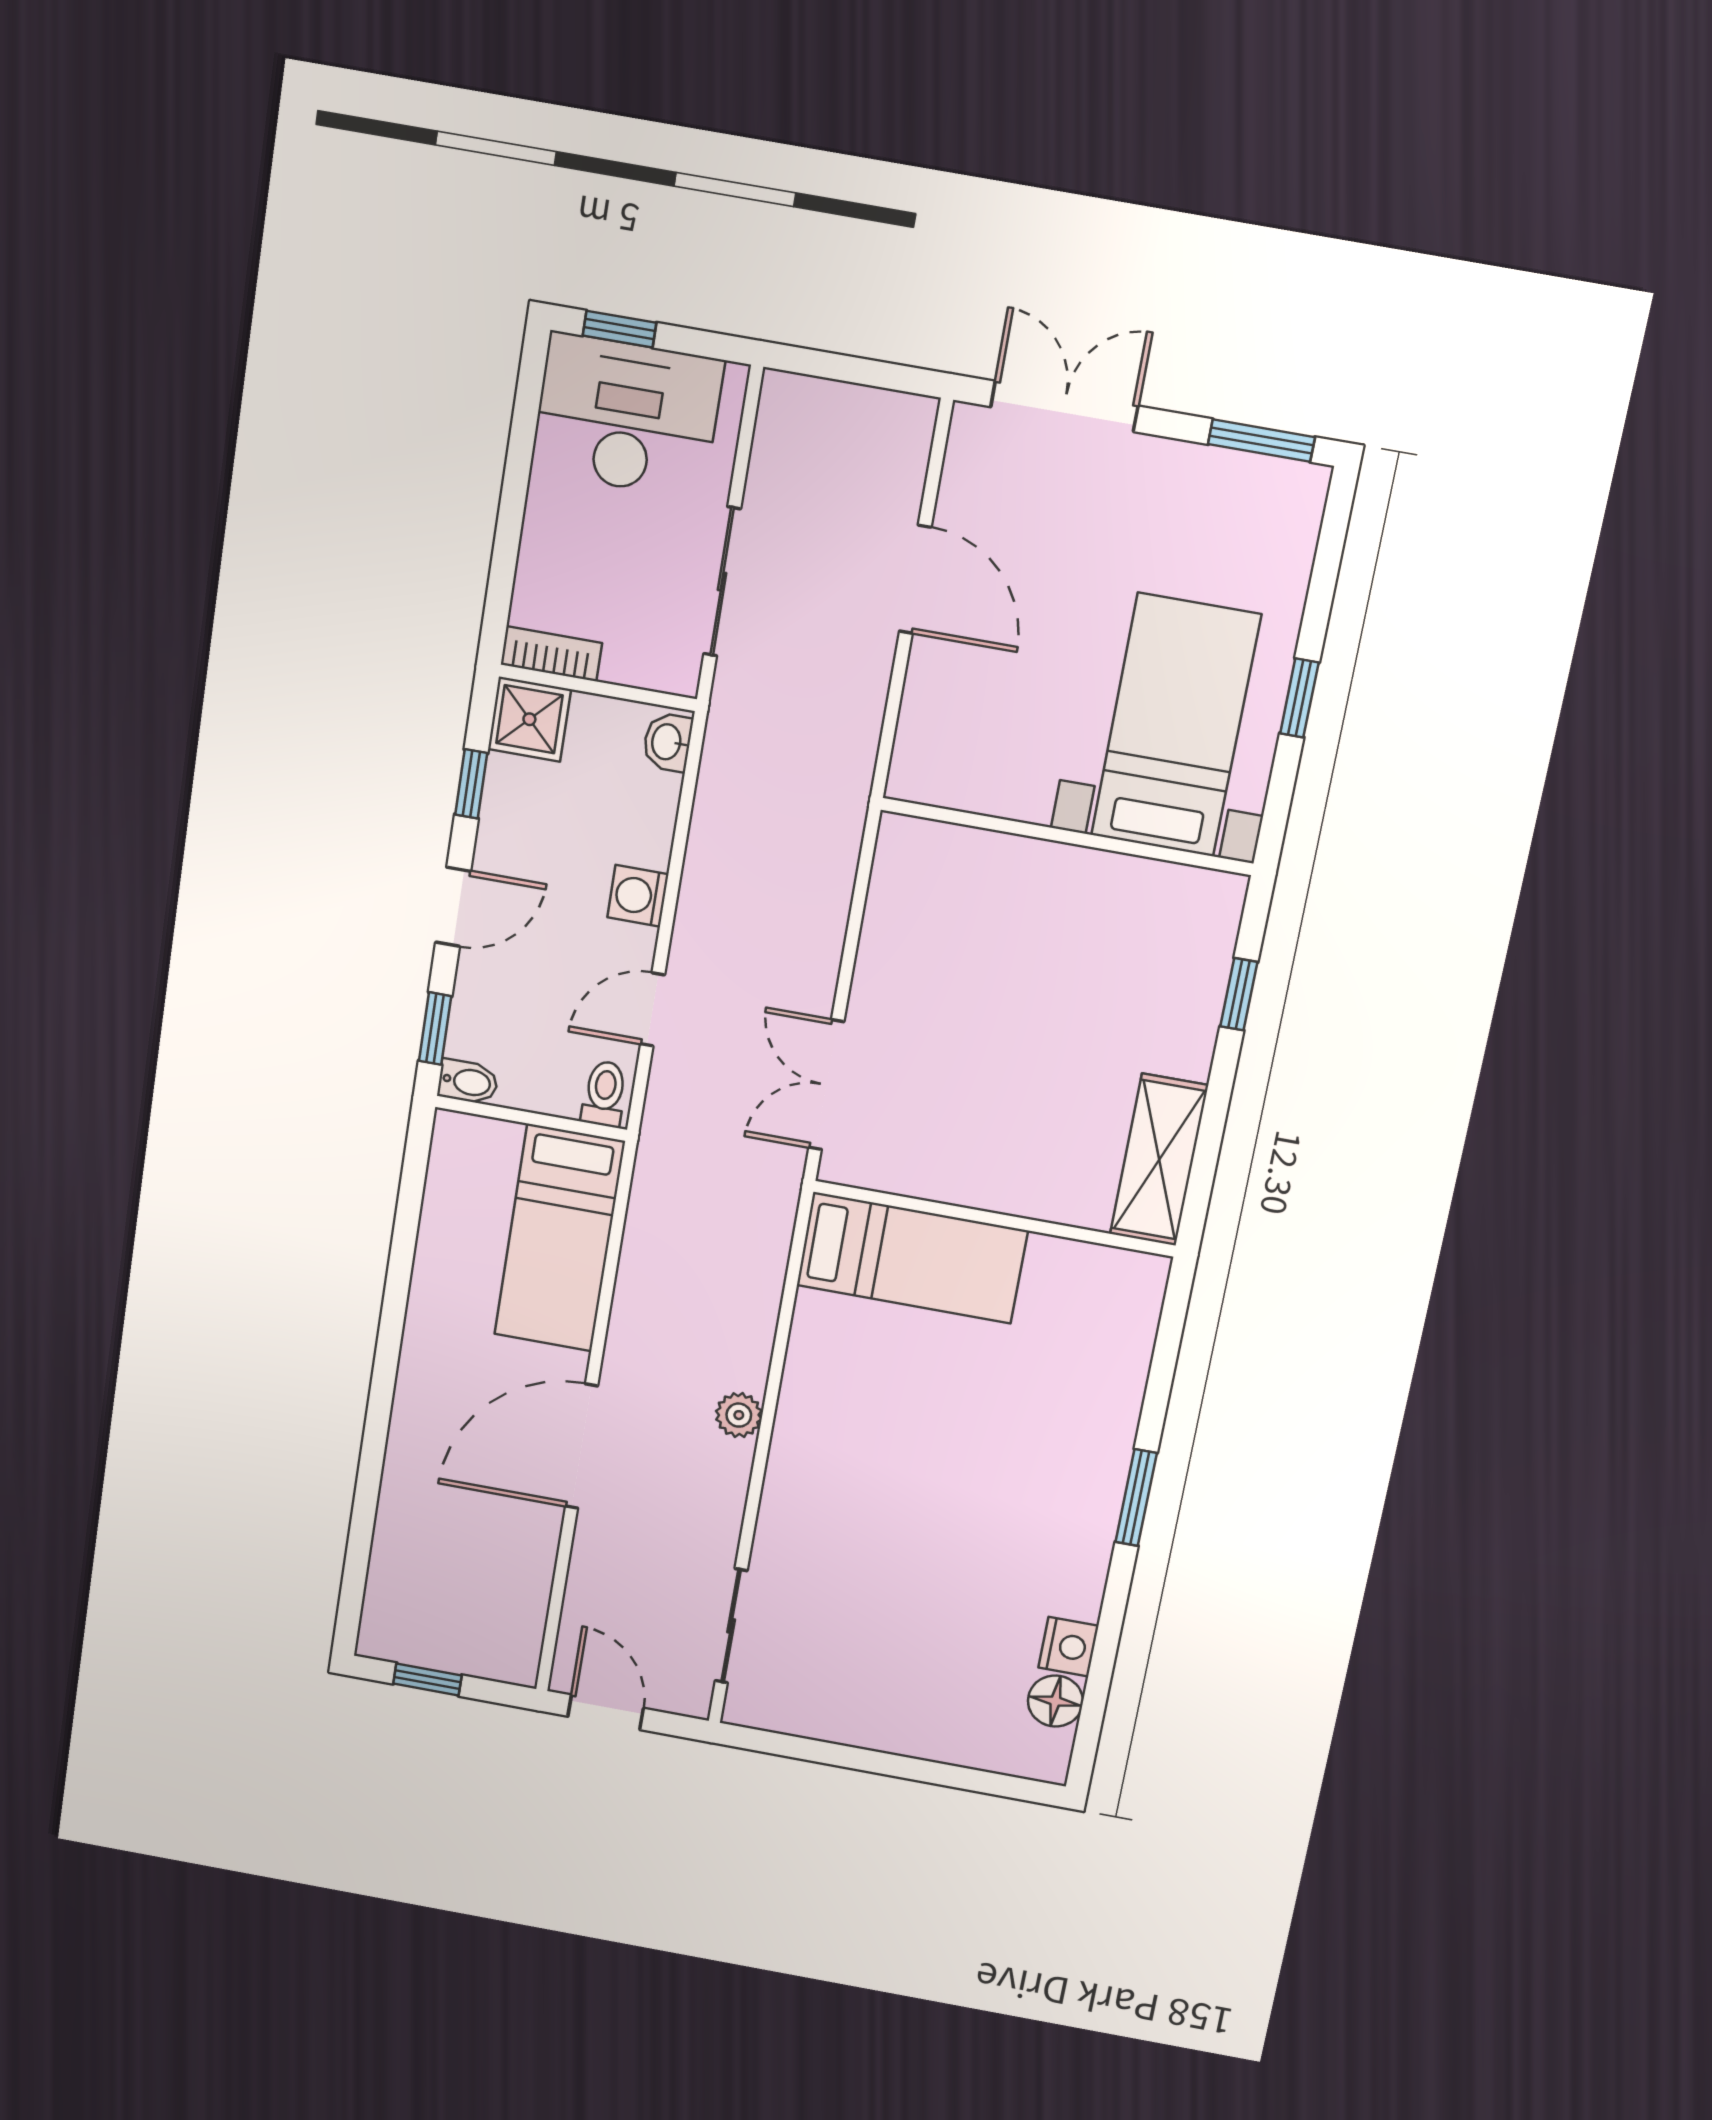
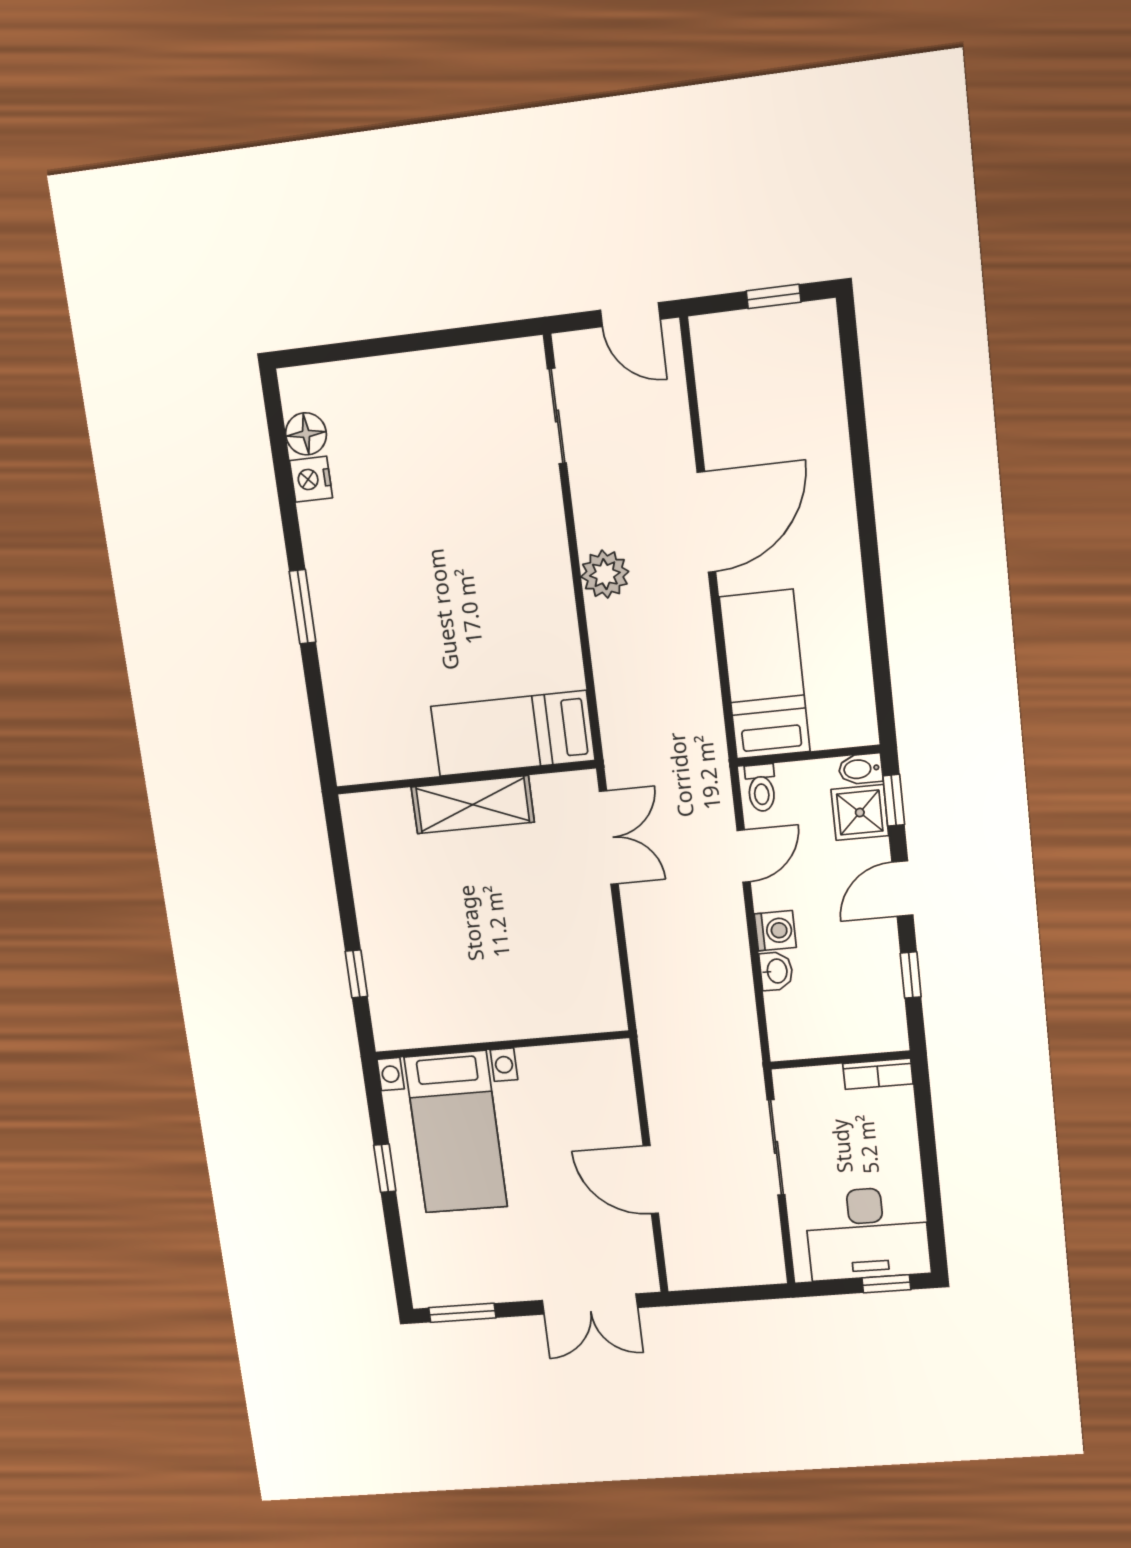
shower: (529, 719) -> (860, 812), moved
washbasin: (668, 742) -> (776, 971), moved
shelving: (1159, 1160) -> (473, 805), moved, turned 90
plant: (739, 1415) -> (605, 574), width x1.38, depth x1.38

